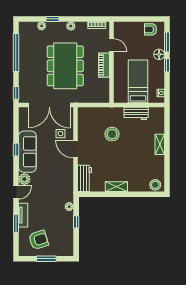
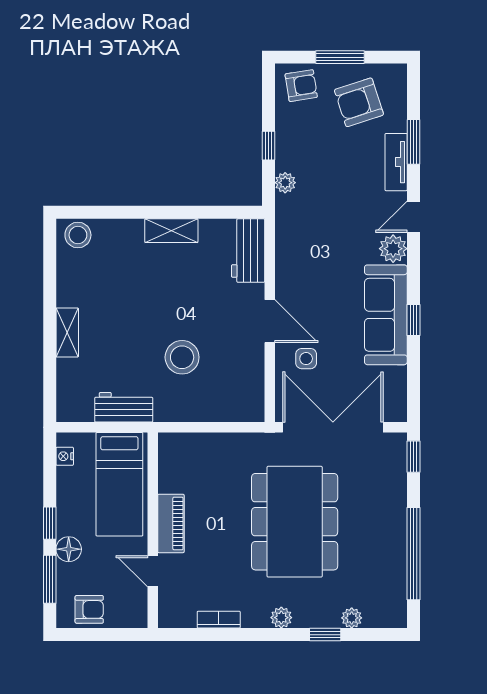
door: (111, 45) -> (153, 571), moved
wall: (111, 62) -> (153, 530), moved
piano: (104, 65) -> (171, 523), moved
armchair: (63, 247) -> (301, 86), added

